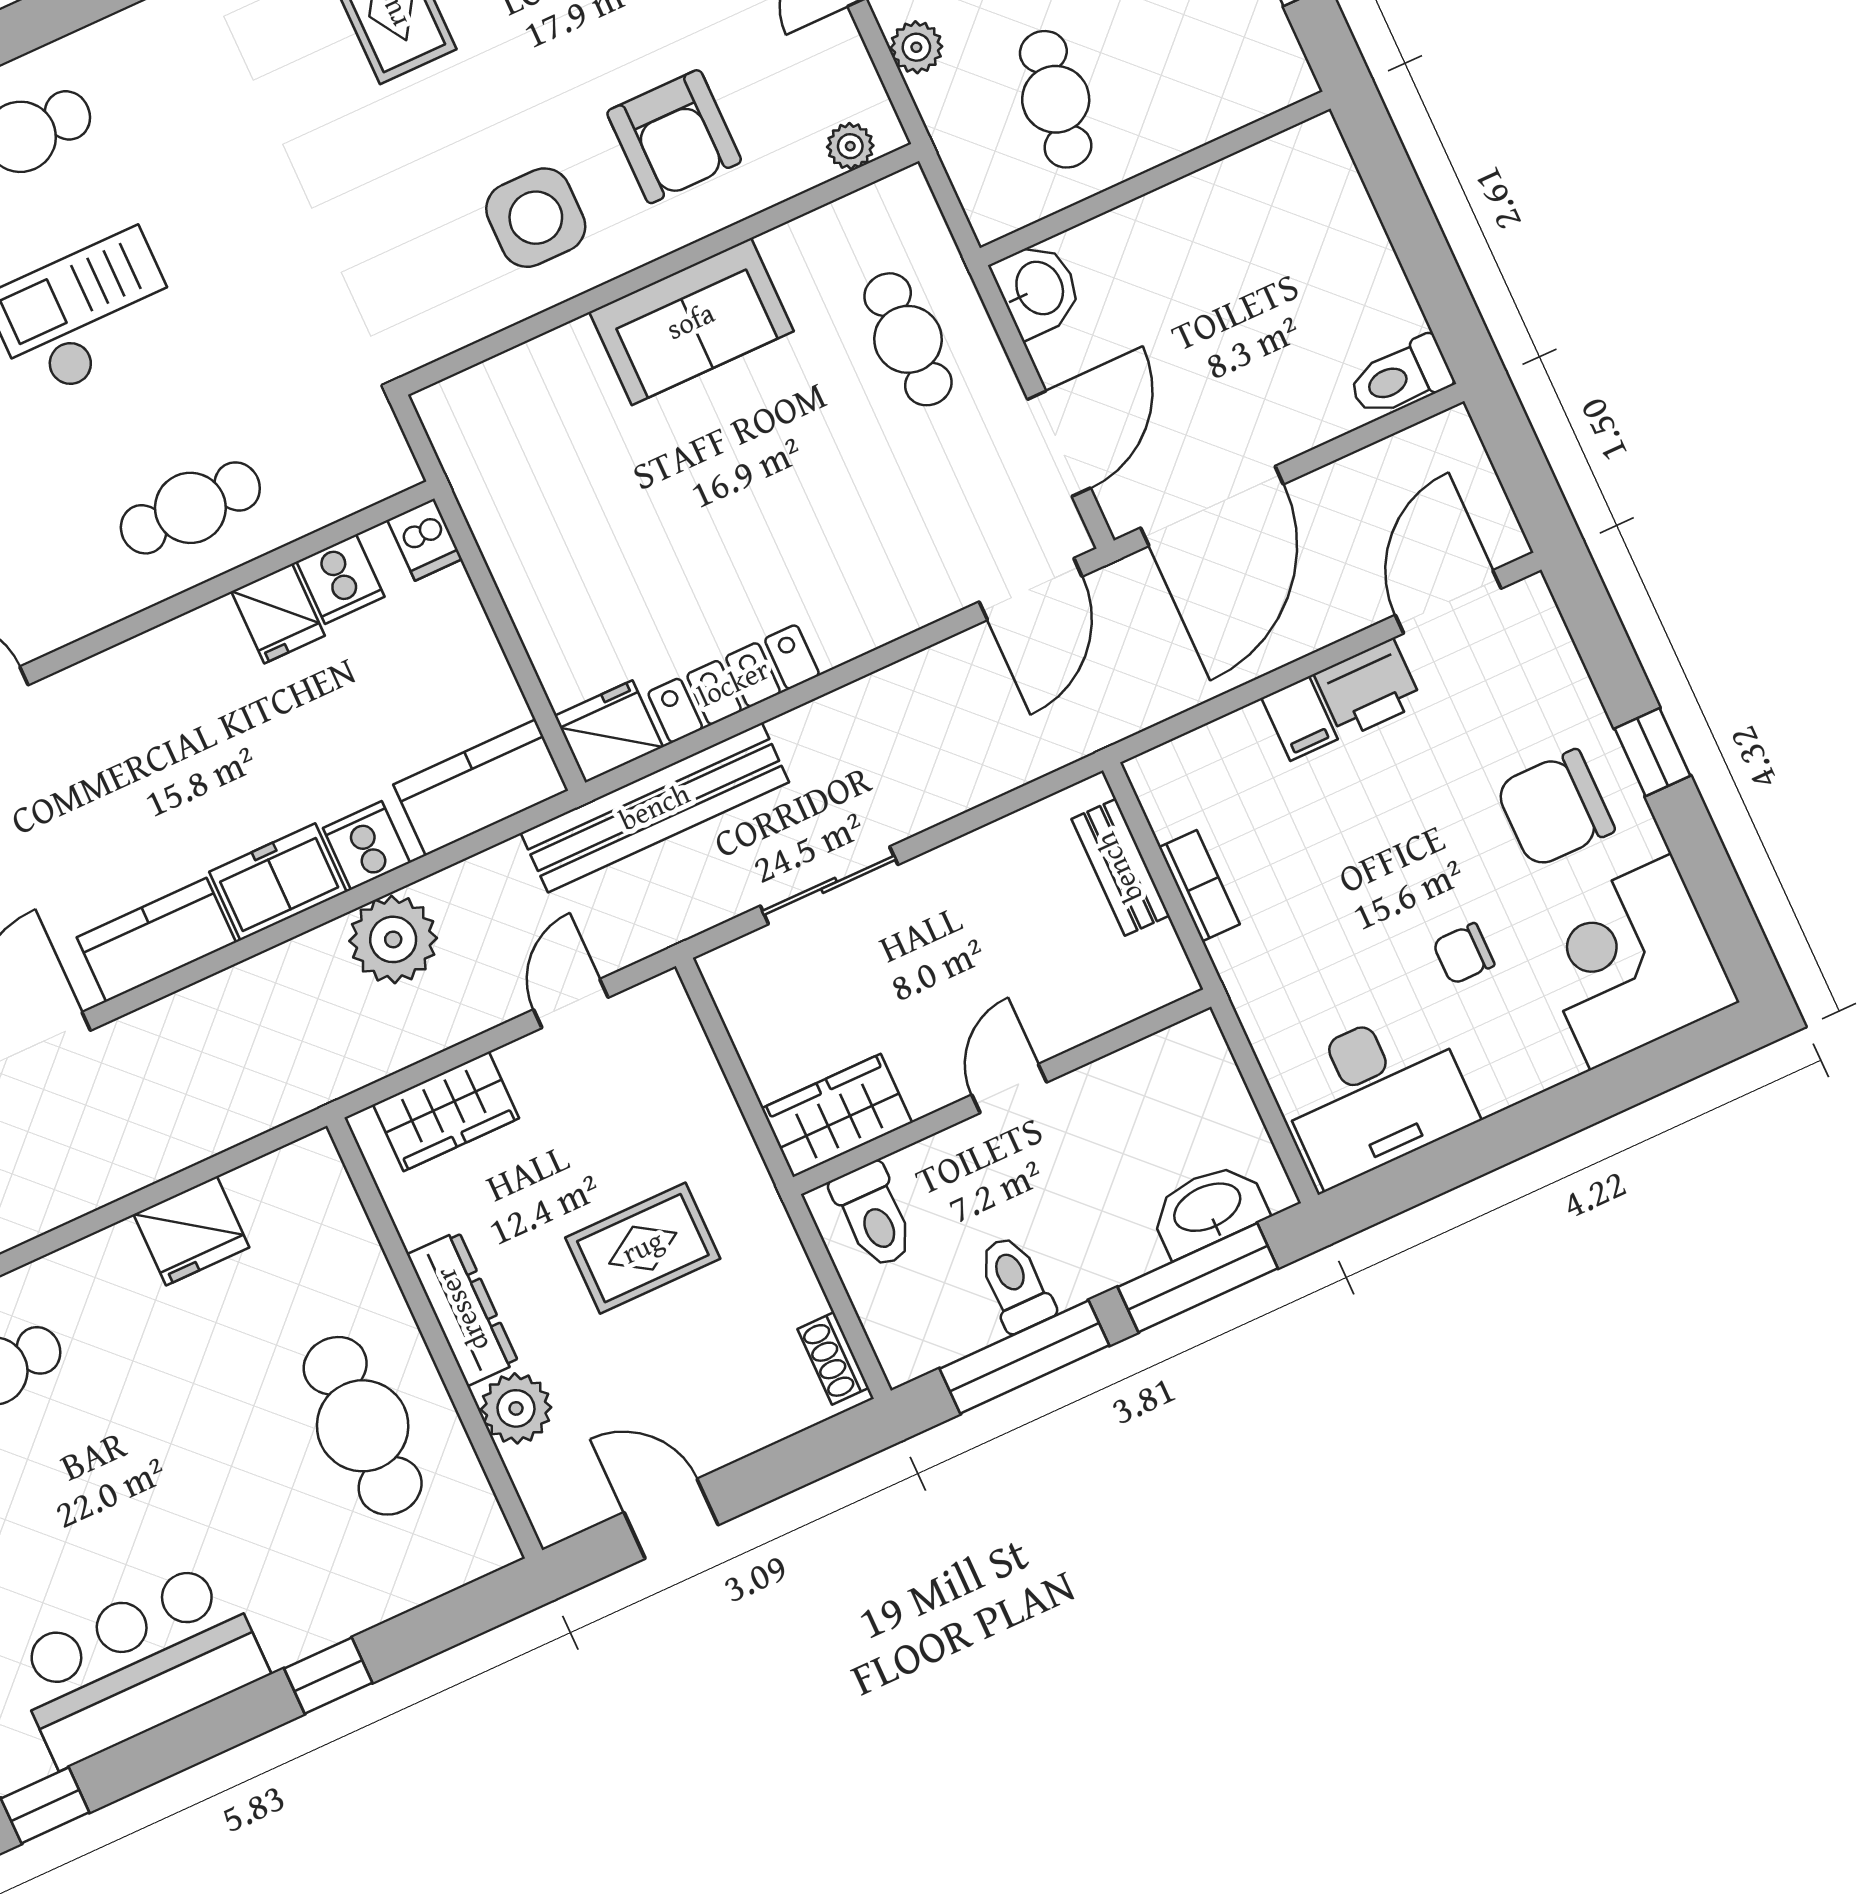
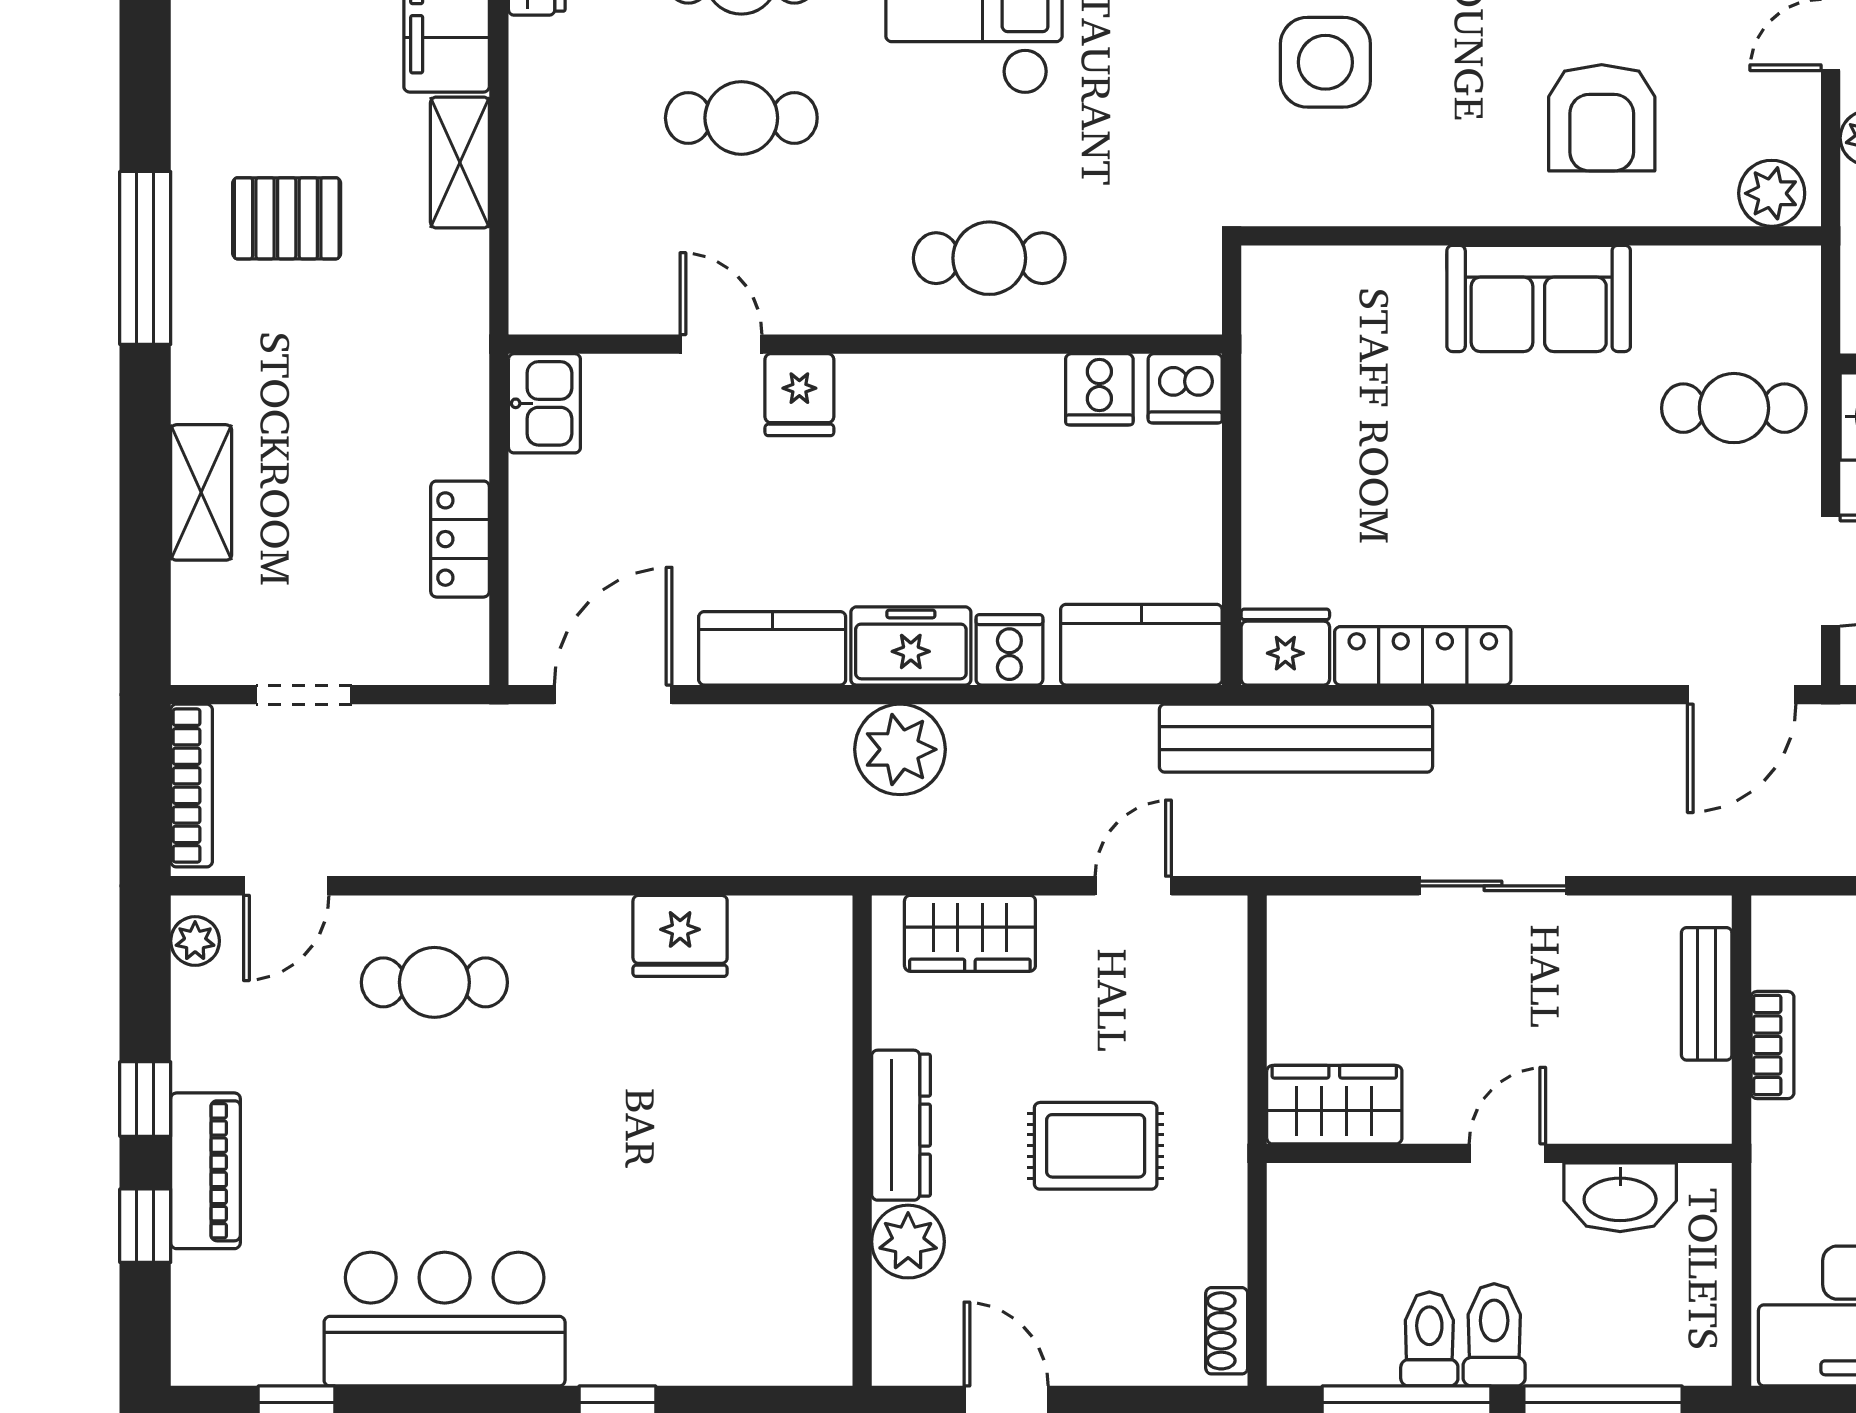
plant: (850, 146) -> (1772, 193), width x1.38, depth x1.38
side table: (536, 218) -> (1325, 62), moved
cafe table: (908, 339) -> (1734, 408), turned 90
dishwasher: (425, 539) -> (1185, 388), width x1.38
fridge: (278, 613) -> (799, 395), moved
sliding door: (829, 885) -> (1493, 886), moved
plant: (393, 939) -> (900, 749), moved
washbasin: (1208, 1209) -> (1620, 1197), moved, turned 180
toilet: (873, 1215) -> (1494, 1335), moved, turned 180
cafe table: (363, 1426) -> (757, 1192), removed

